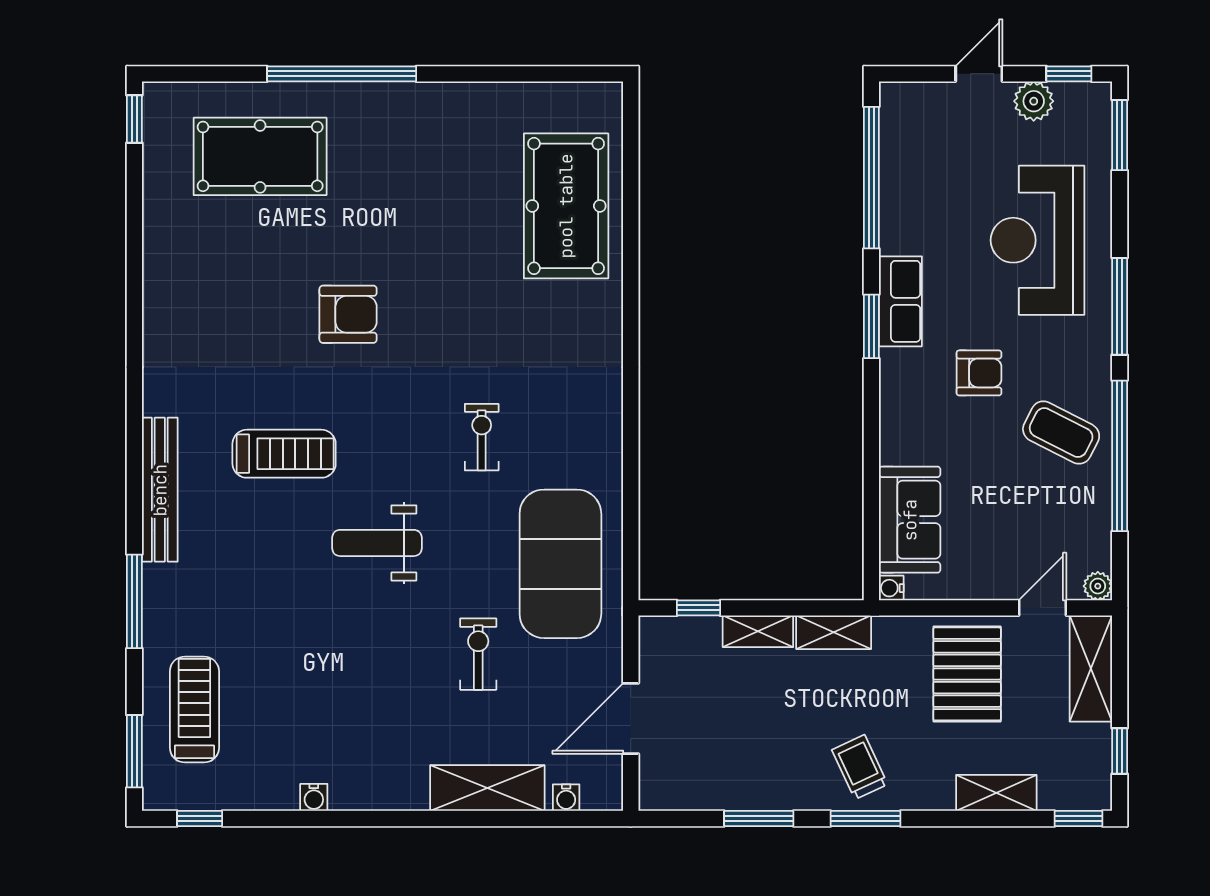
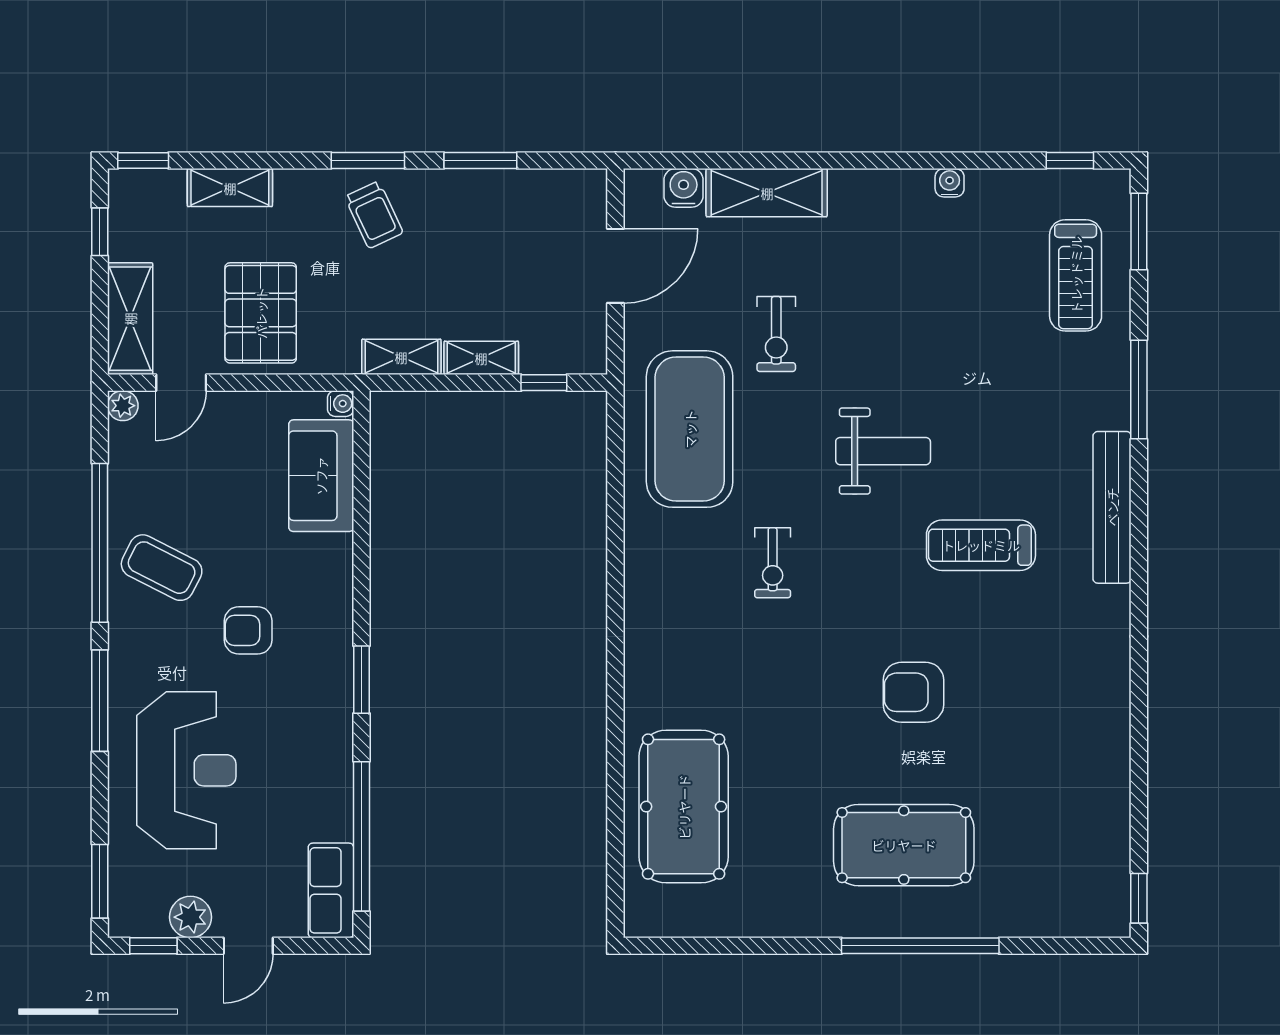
pool table: (260, 156) -> (904, 845), moved
row of seats: (900, 301) -> (331, 890), moved
water cooler: (566, 798) -> (684, 188), width x1.38, depth x1.38

